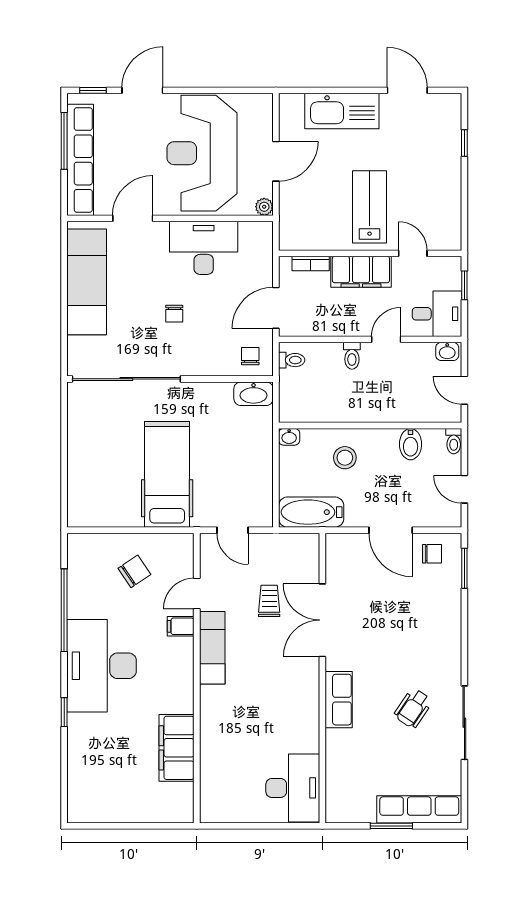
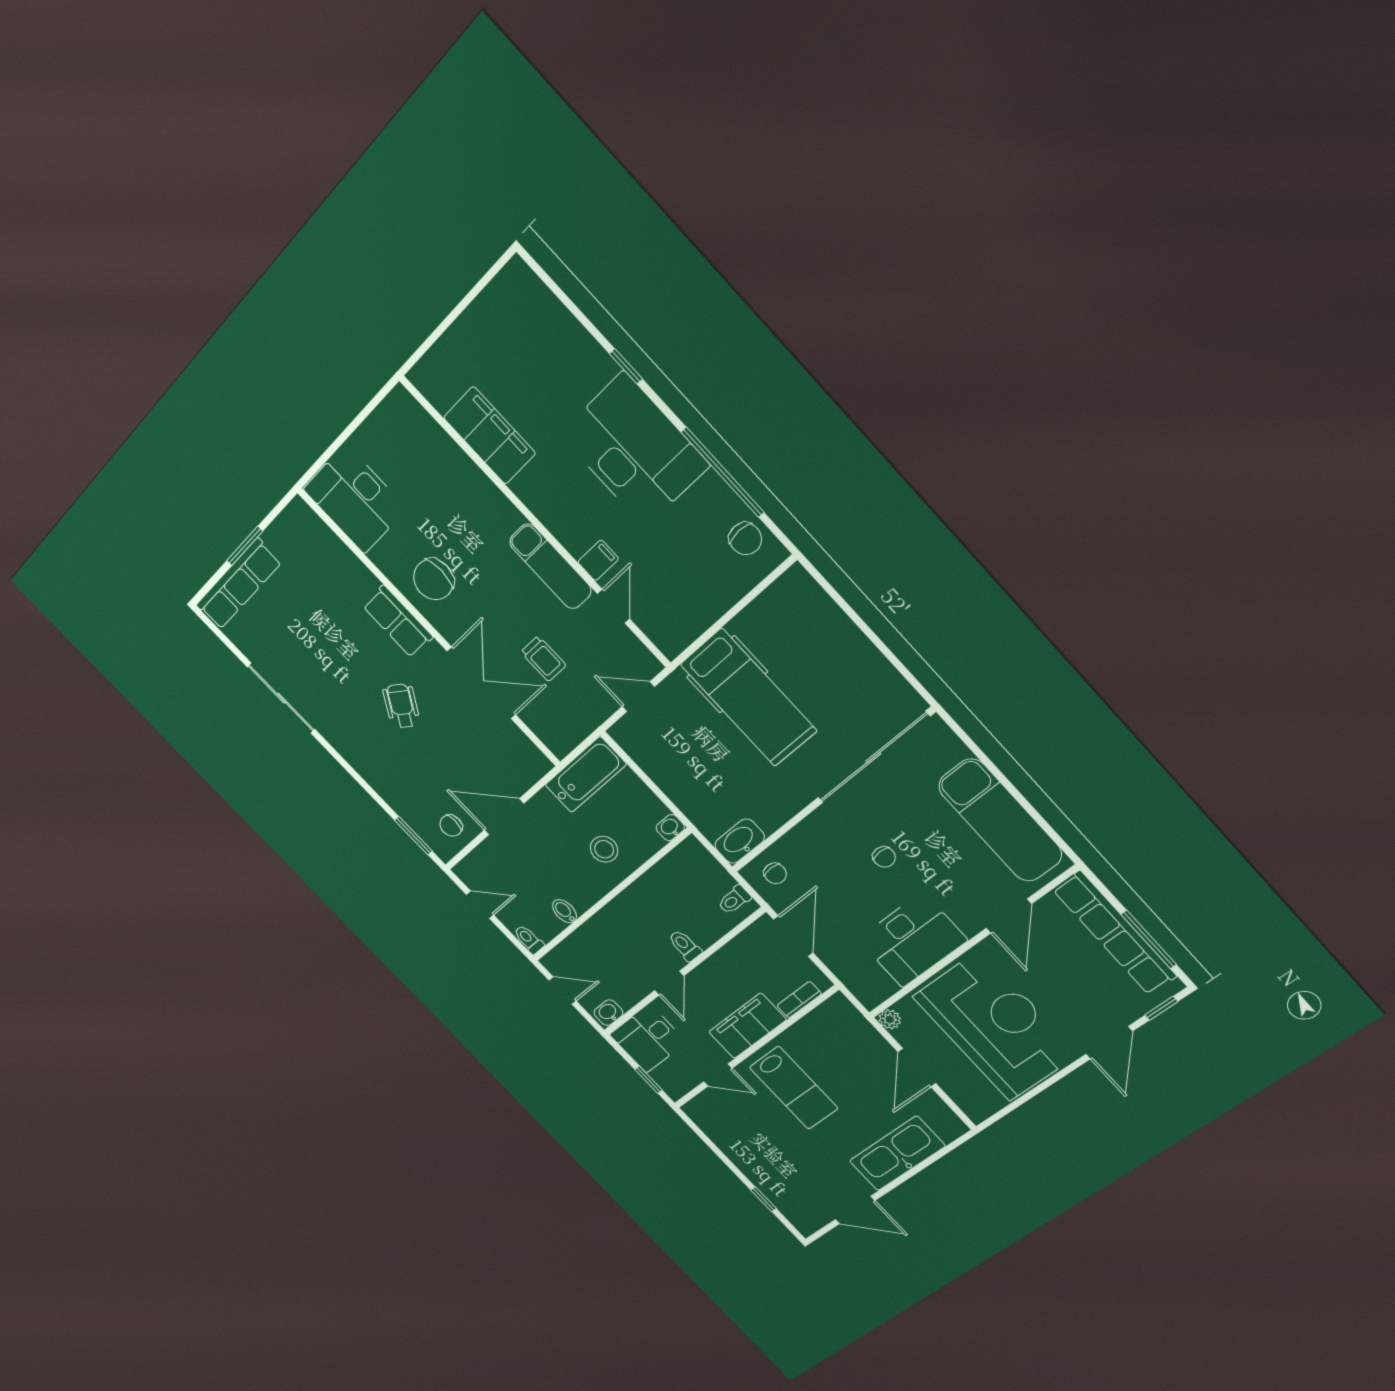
chair: (174, 314) -> (884, 857), turned 180
bidet: (411, 444) -> (565, 911), width x0.72, depth x0.74
chair: (134, 571) -> (745, 539), moved, turned -56
chair: (291, 703) -> (434, 579), added
wheelchair: (413, 708) -> (401, 706), moved

